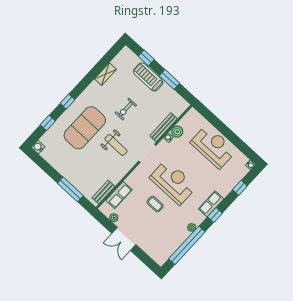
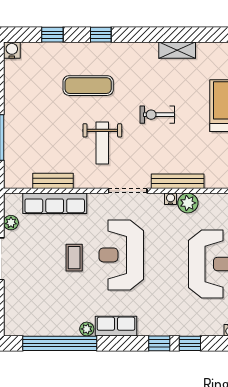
exercise mat: (85, 128) -> (88, 86), width x0.50, depth x0.69
reception desk: (173, 182) -> (121, 255), turned 180
bench: (103, 192) -> (53, 181), moved
row of seats: (119, 195) -> (55, 203), width x1.48
row of seats: (211, 204) -> (116, 326), moved
window: (215, 215) -> (159, 343), moved

